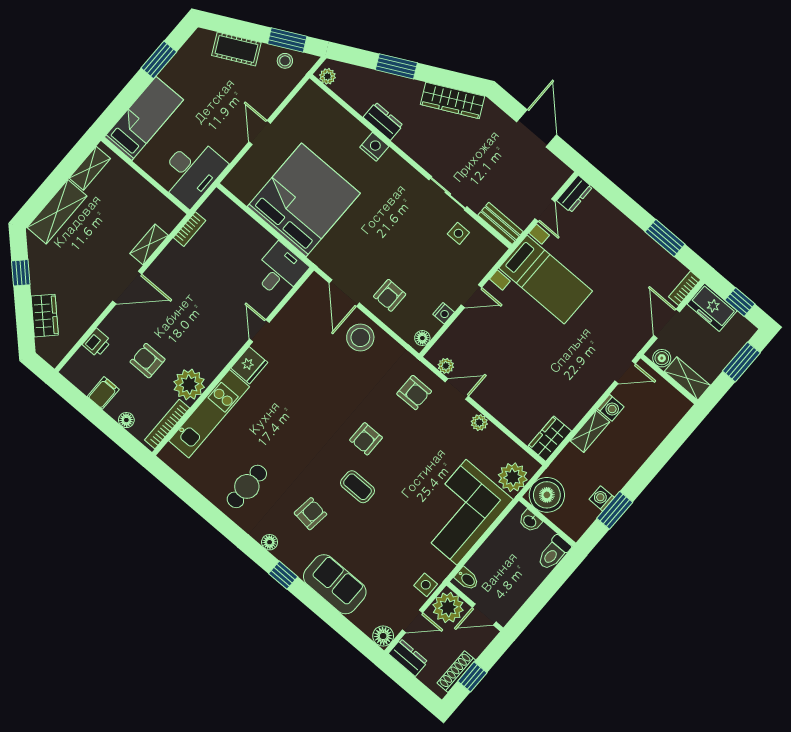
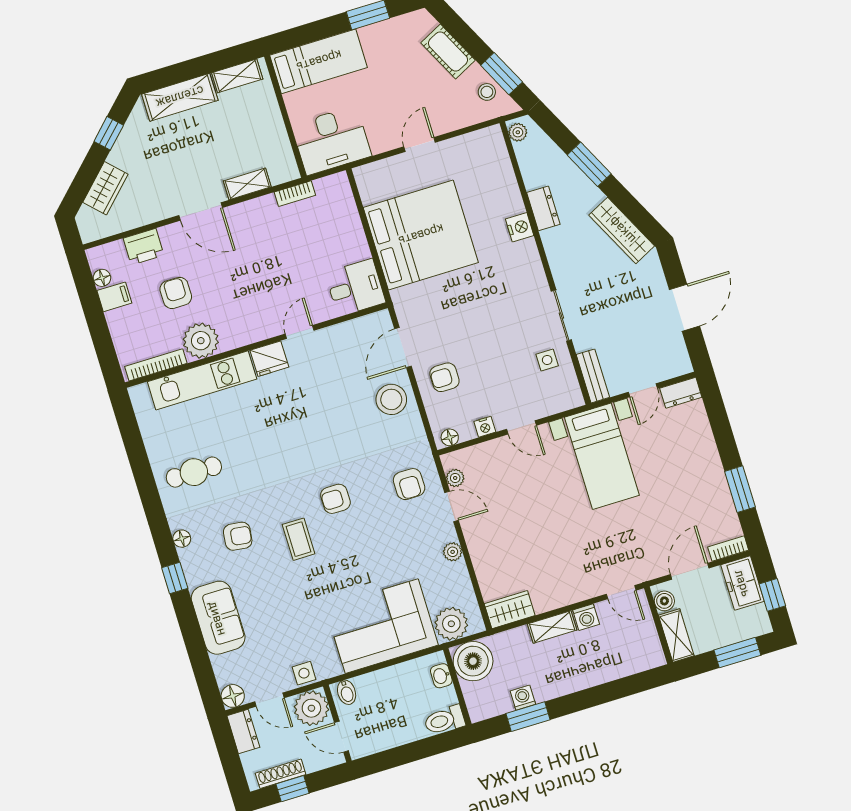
printer: (97, 343) -> (144, 247), width x1.36, depth x1.24
floor lamp: (126, 420) -> (102, 278), moved

